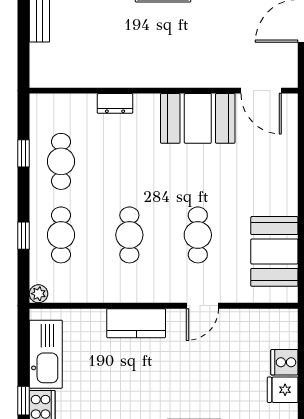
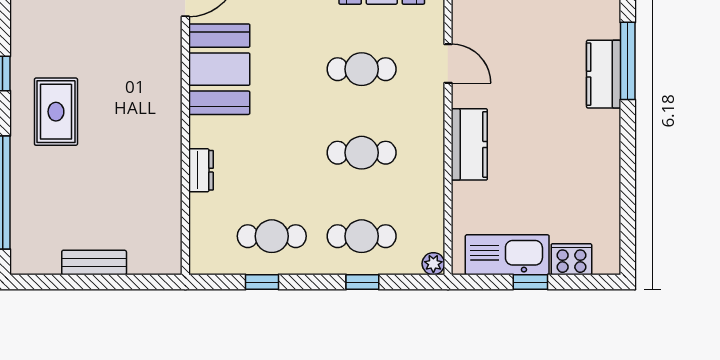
window: (23, 401) -> (530, 282), moved

